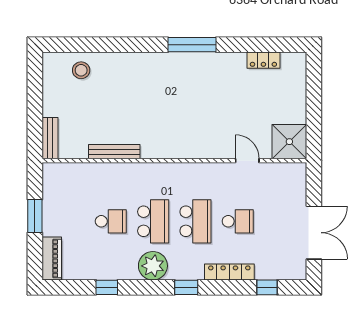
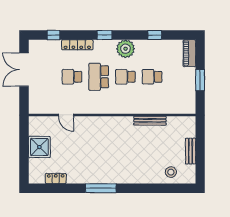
bench: (50, 138) -> (191, 151), moved
shower: (289, 142) -> (39, 147), moved
school desk: (153, 221) -> (125, 77), width x0.54

